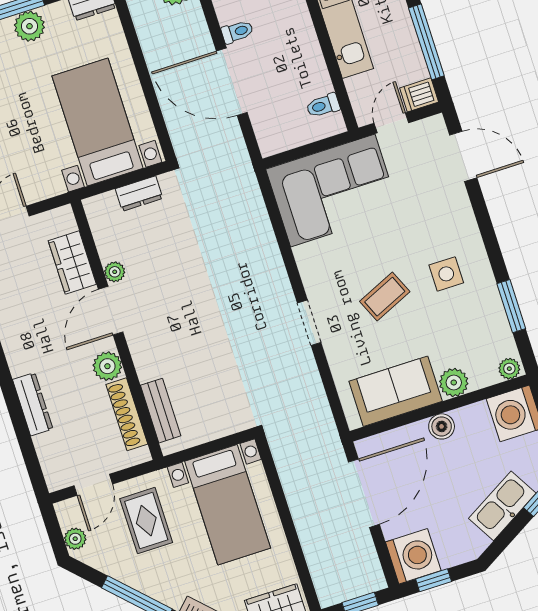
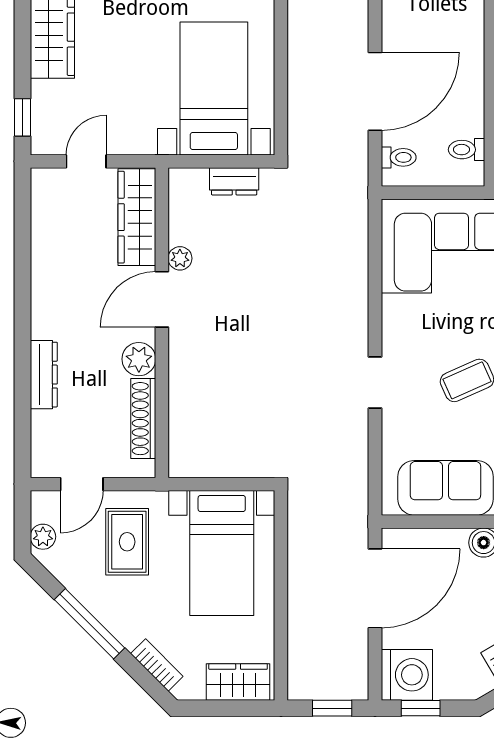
toilet: (237, 32) -> (399, 157), moved
door: (232, 82) -> (375, 91), swing flipped
wardrobe: (72, 263) -> (137, 217), width x1.50
bench: (161, 411) -> (182, 426), removed

